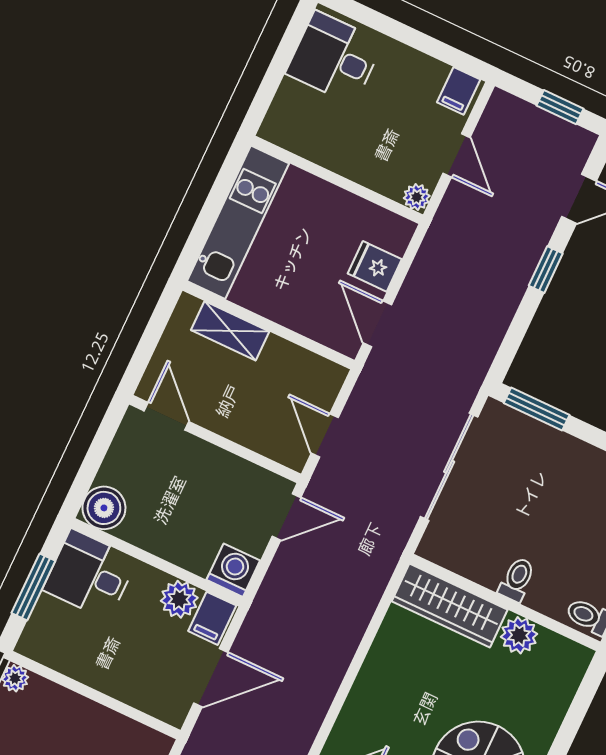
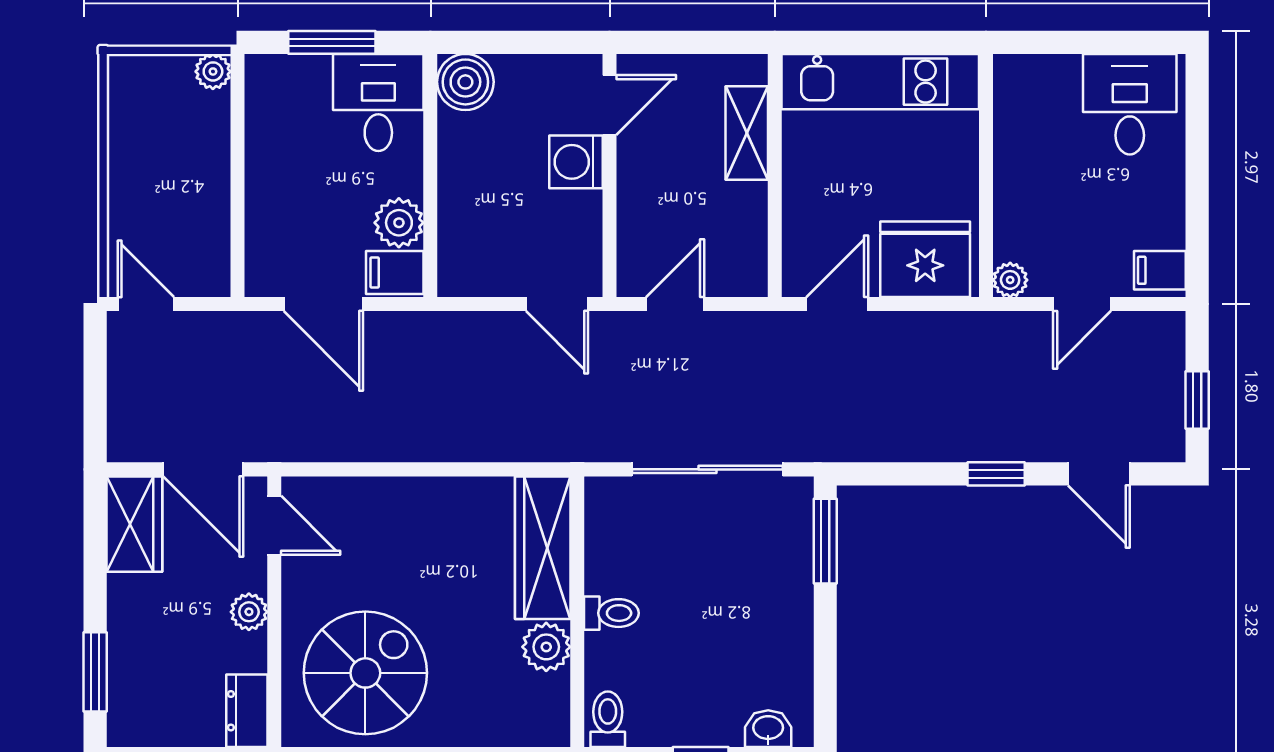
fridge: (375, 266) -> (925, 259), width x1.88, depth x1.34
washing machine: (233, 570) -> (576, 162), moved, turned 180

